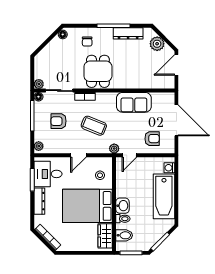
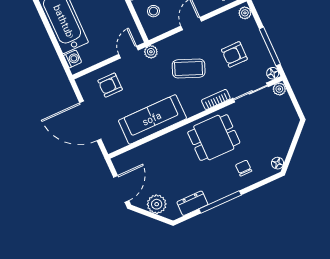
dresser: (128, 33) -> (192, 203), width x0.70
dining table: (98, 71) -> (214, 138), turned 90
sofa: (134, 102) -> (152, 119), width x1.36
armchair: (59, 121) -> (234, 54), turned 180

